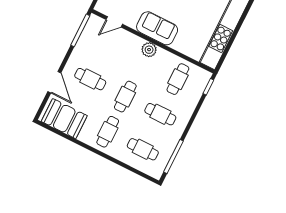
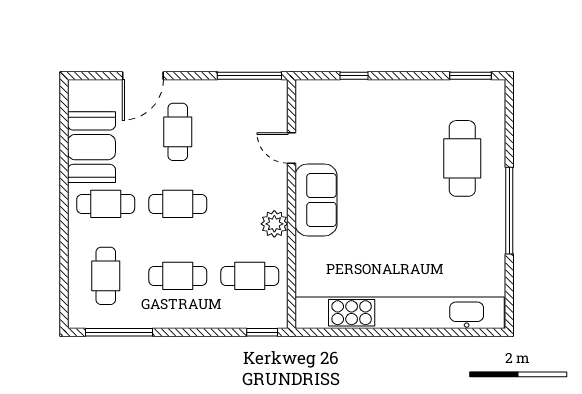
door: (114, 22) -> (291, 148), moved
plant: (149, 50) -> (274, 224), moved
cafe table: (160, 114) -> (178, 276), turned 90
booth: (64, 119) -> (91, 147), moved

